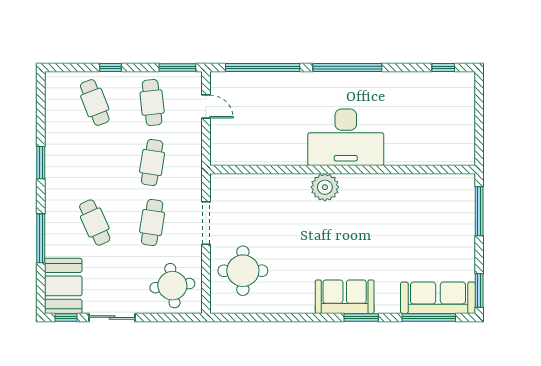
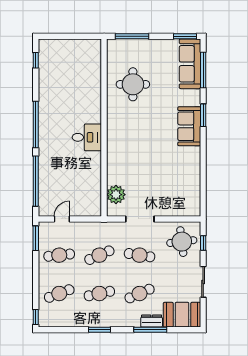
window: (110, 68) -> (36, 317), moved
desk: (346, 137) -> (87, 137), width x0.53, depth x0.77
cafe table: (95, 162) -> (99, 294), added
cafe table: (152, 162) -> (99, 255), turned -33
plant: (325, 187) -> (116, 195), moved
dresser: (54, 240) -> (152, 321), added
round table: (243, 271) -> (133, 84), moved
window: (66, 317) -> (203, 243), moved

